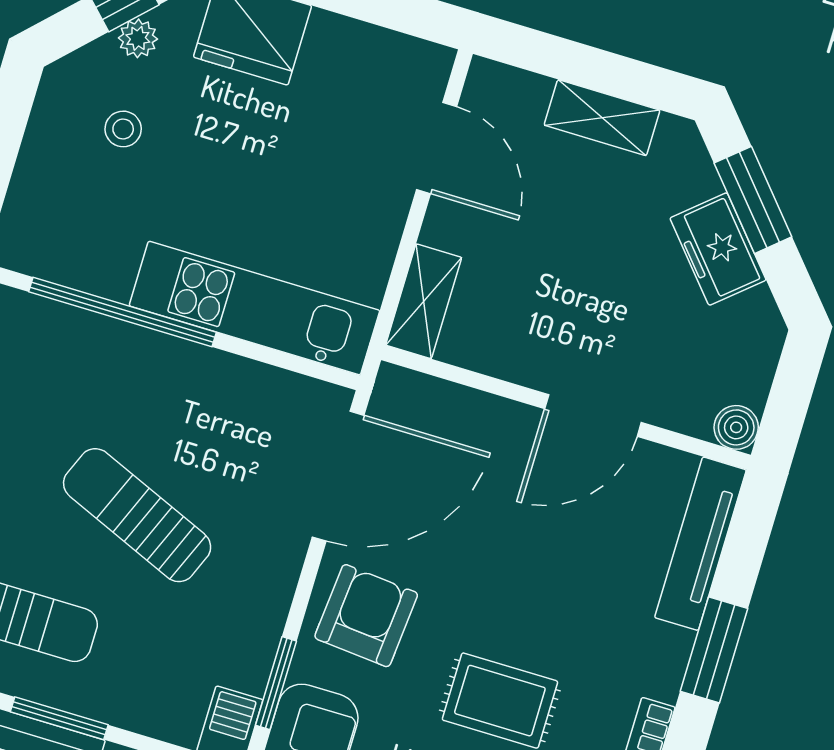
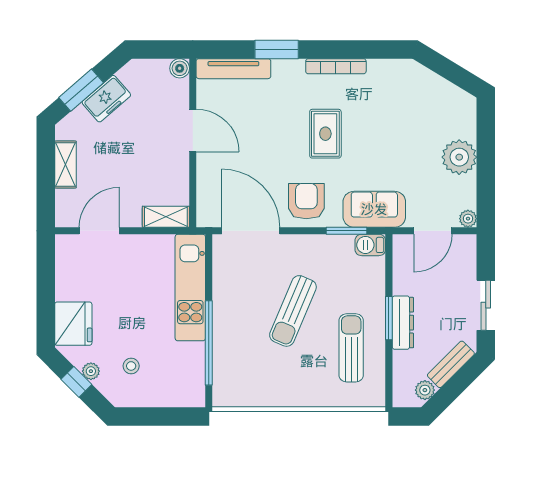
armchair: (366, 616) -> (306, 201), turned 85

